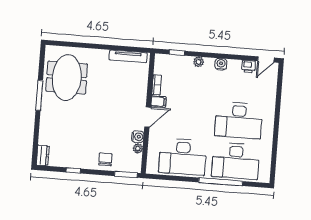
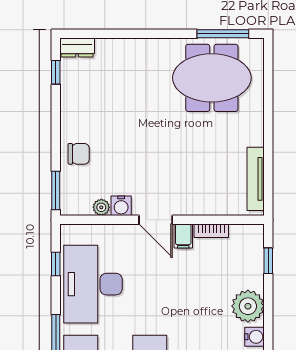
plant: (199, 62) -> (248, 306), width x1.87, depth x1.87
window: (39, 95) -> (223, 34), moved
window: (73, 170) -> (56, 72), moved
window: (169, 178) -> (56, 264), added

